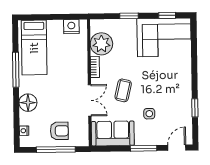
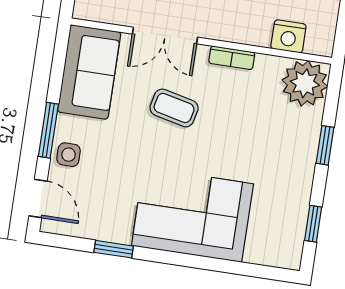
nightstand: (71, 27) -> (288, 36), moved, turned 90
corner sofa: (164, 37) -> (193, 215), moved, turned 90
plant: (101, 44) -> (305, 83), moved
side table: (149, 114) -> (69, 155), moved

